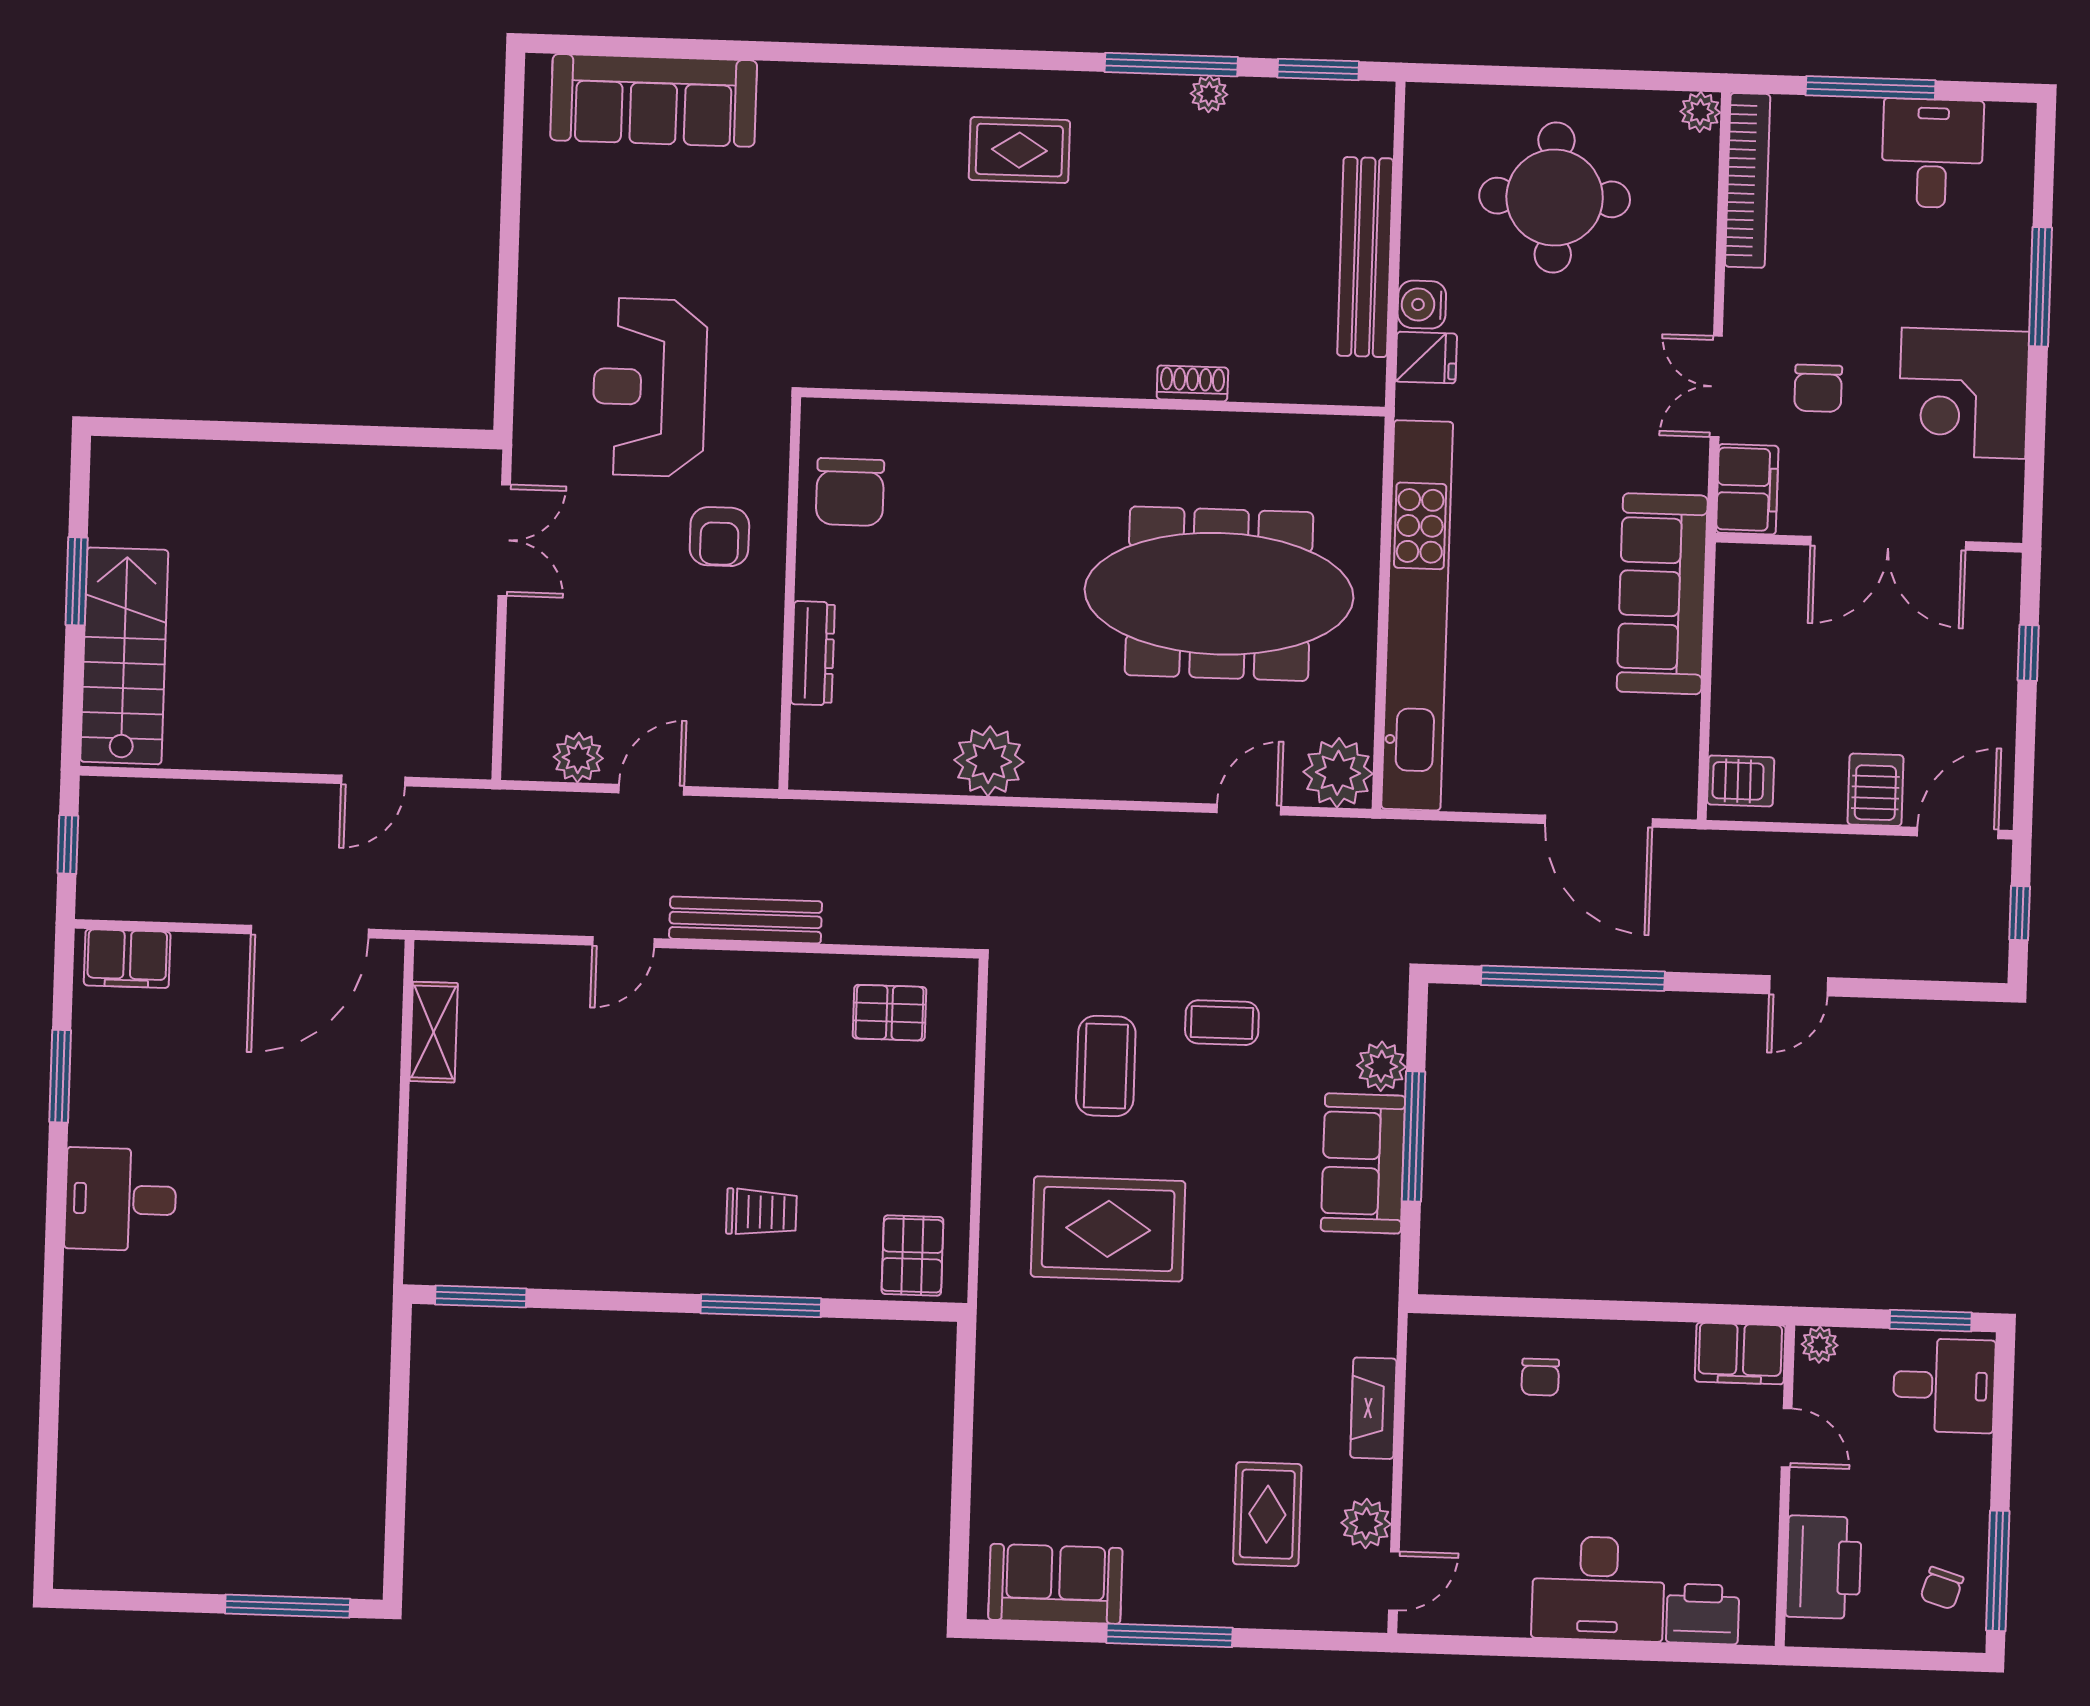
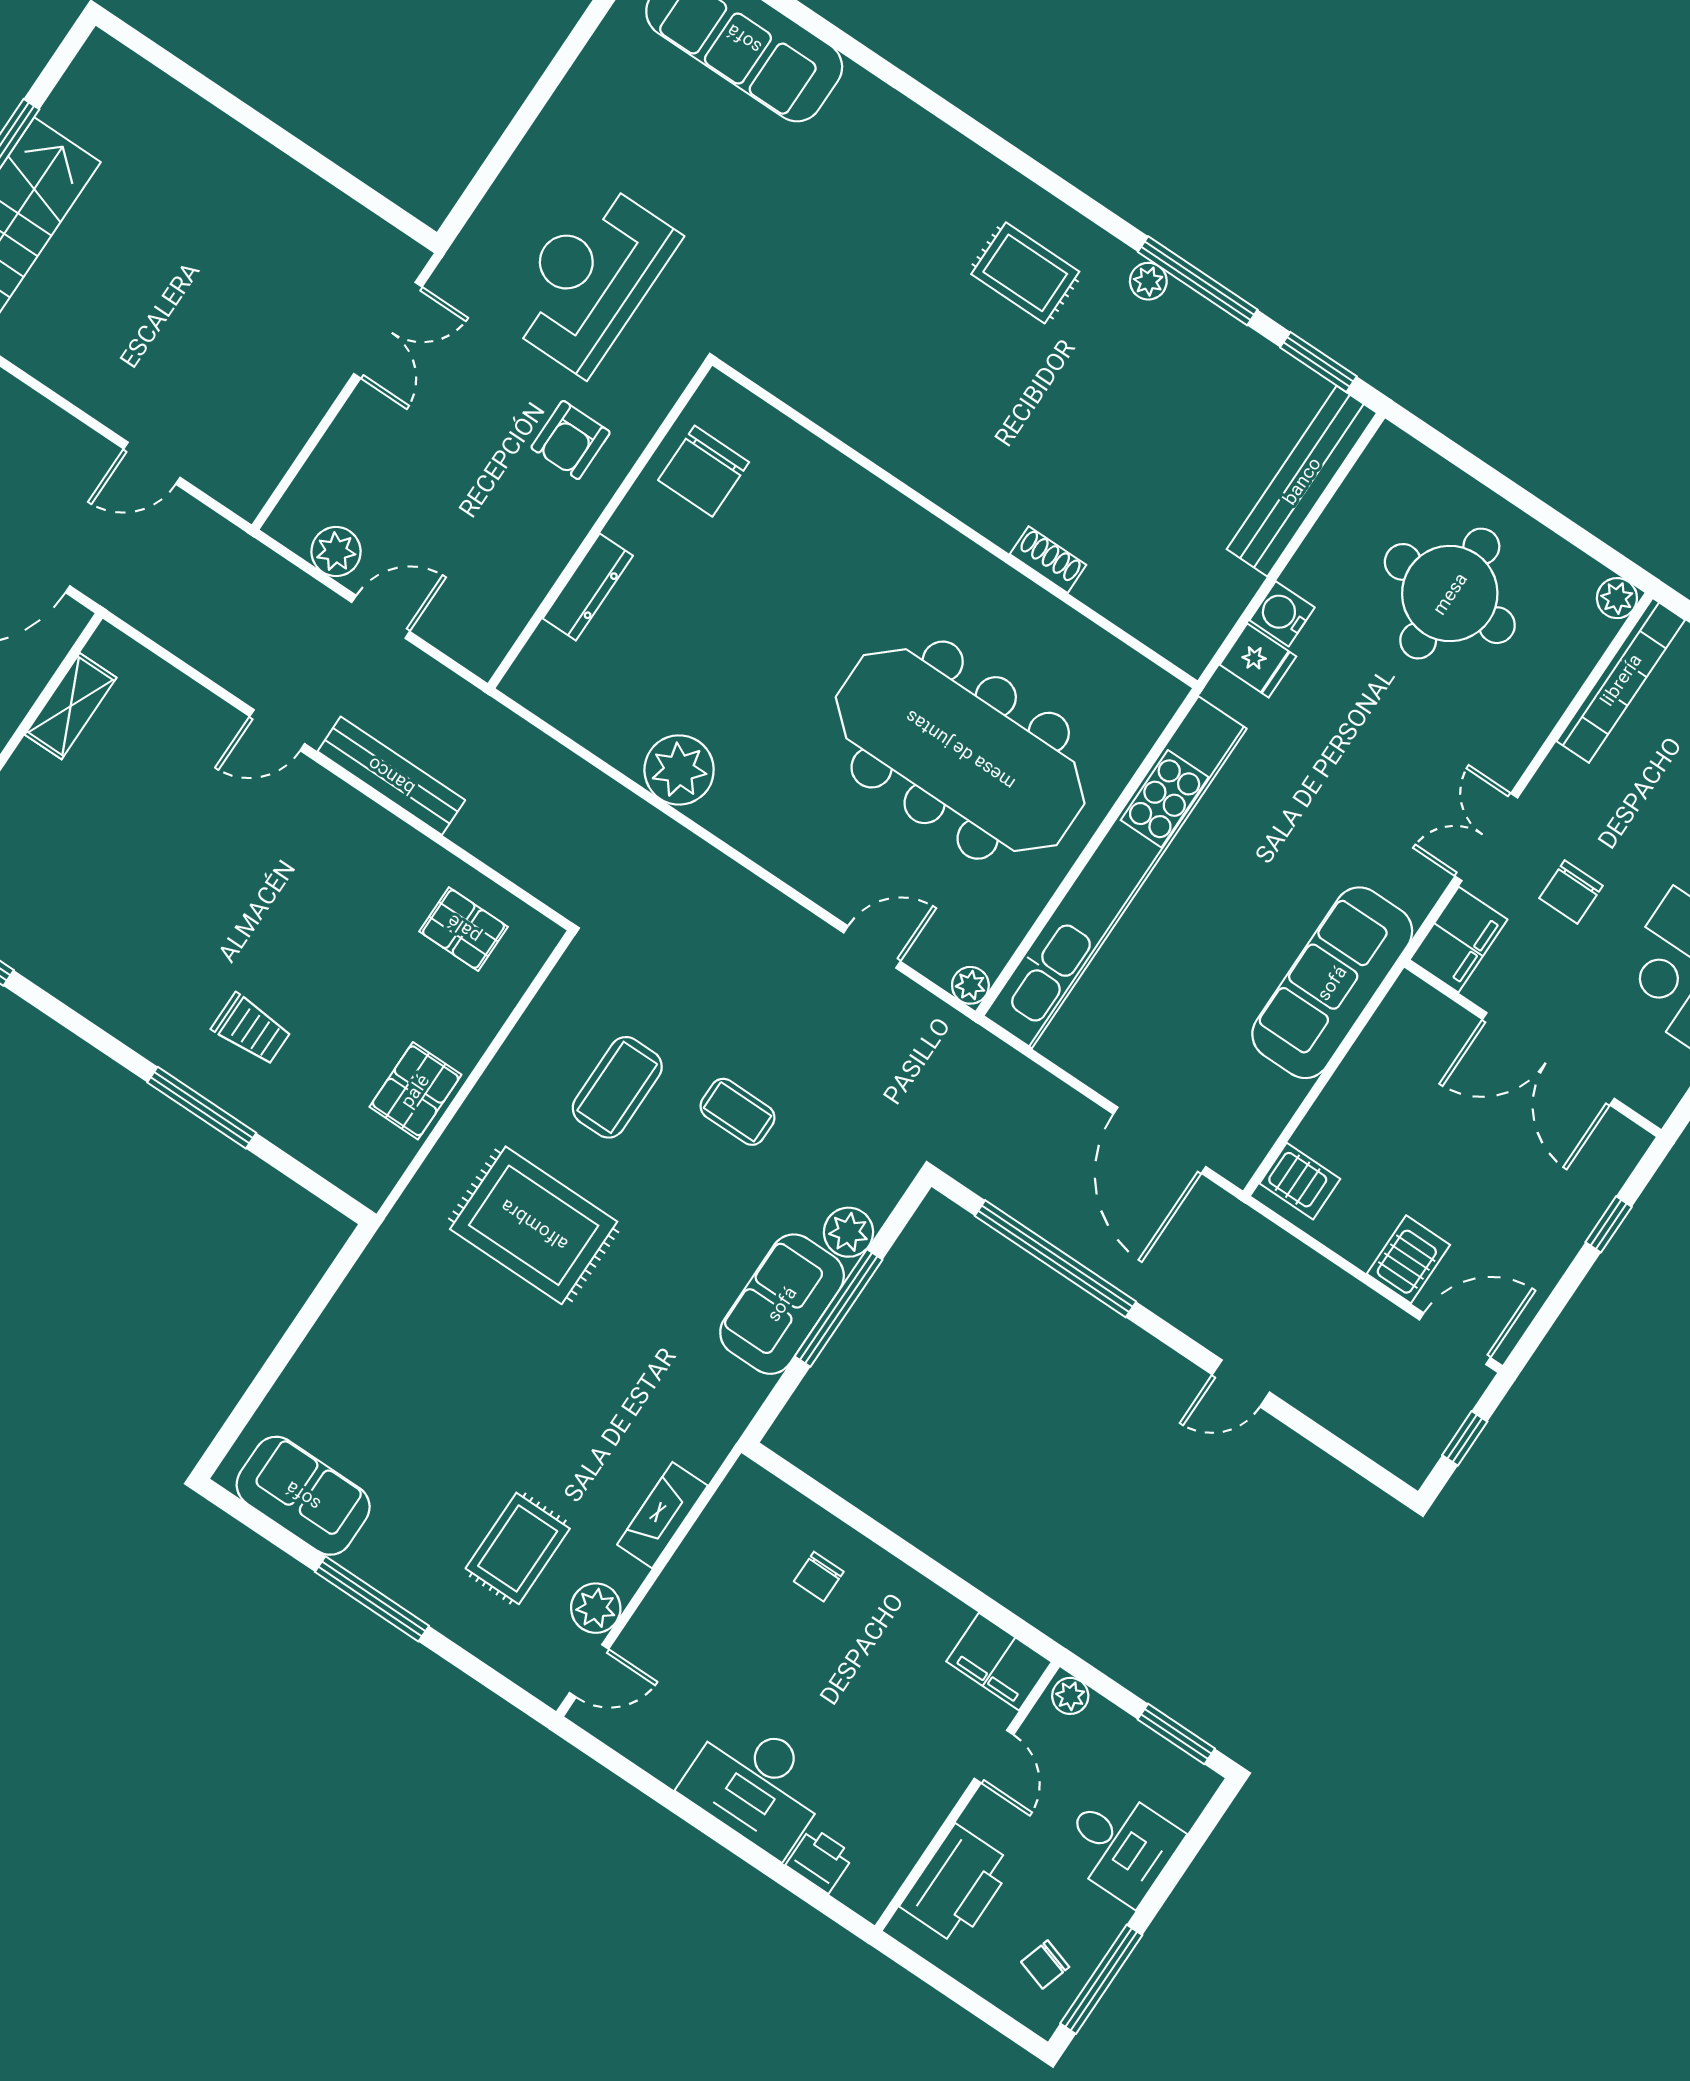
plant: (1209, 94) -> (1148, 281), moved
bench: (1365, 257) -> (1302, 481), moved
plant: (1338, 773) -> (970, 985), width x0.53, depth x0.53
pallet: (912, 1255) -> (415, 1091), moved
desk: (1944, 1385) -> (1120, 1845), moved
printer: (1703, 1614) -> (820, 1860), width x0.73, depth x0.81

